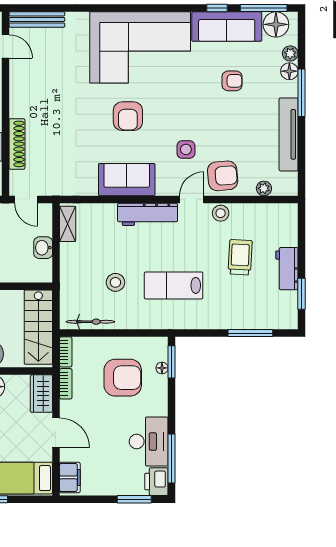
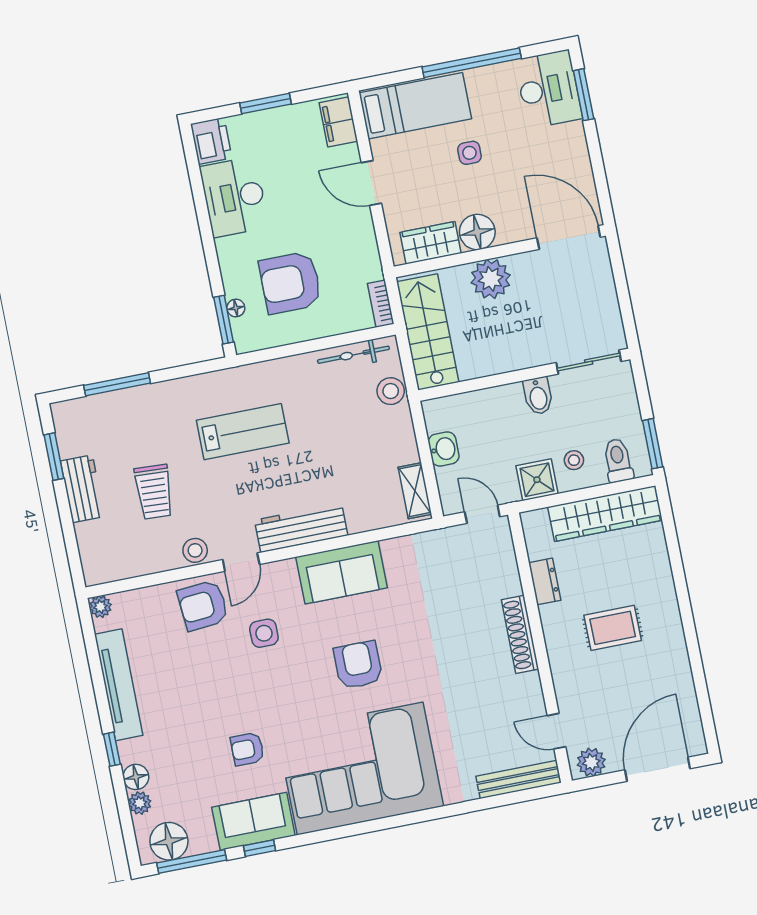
sofa: (227, 27) -> (253, 821), width x0.73
armchair: (232, 81) -> (247, 749), moved
window: (302, 93) -> (112, 749), width x0.46
shoe rack: (17, 144) -> (520, 634), moved
plant: (264, 188) -> (100, 607), moved
stool: (115, 282) -> (391, 391), moved
bookcase: (66, 384) -> (371, 257), removed
wardrobe: (41, 394) -> (430, 243), moved, turned -90
window: (172, 458) -> (196, 179), removed
window: (134, 499) -> (265, 103), moved

